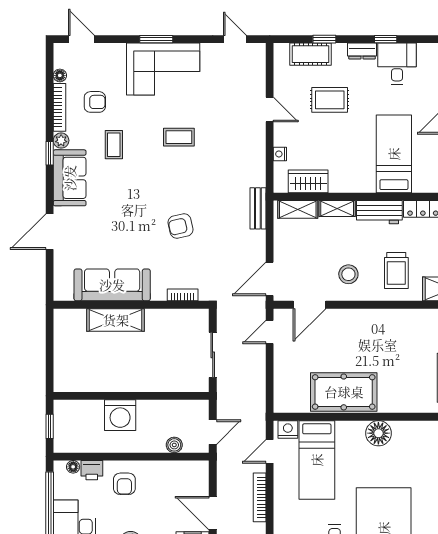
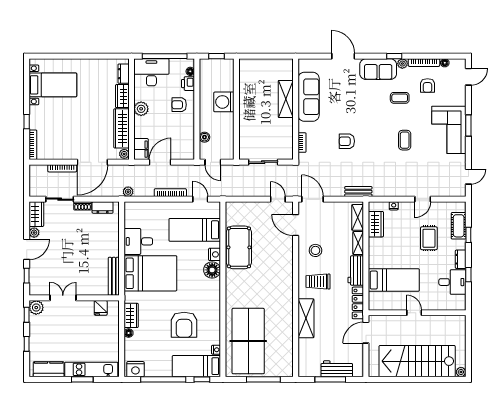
armchair: (181, 226) -> (347, 141), turned -77
nightstand: (288, 429) -> (215, 254), moved

